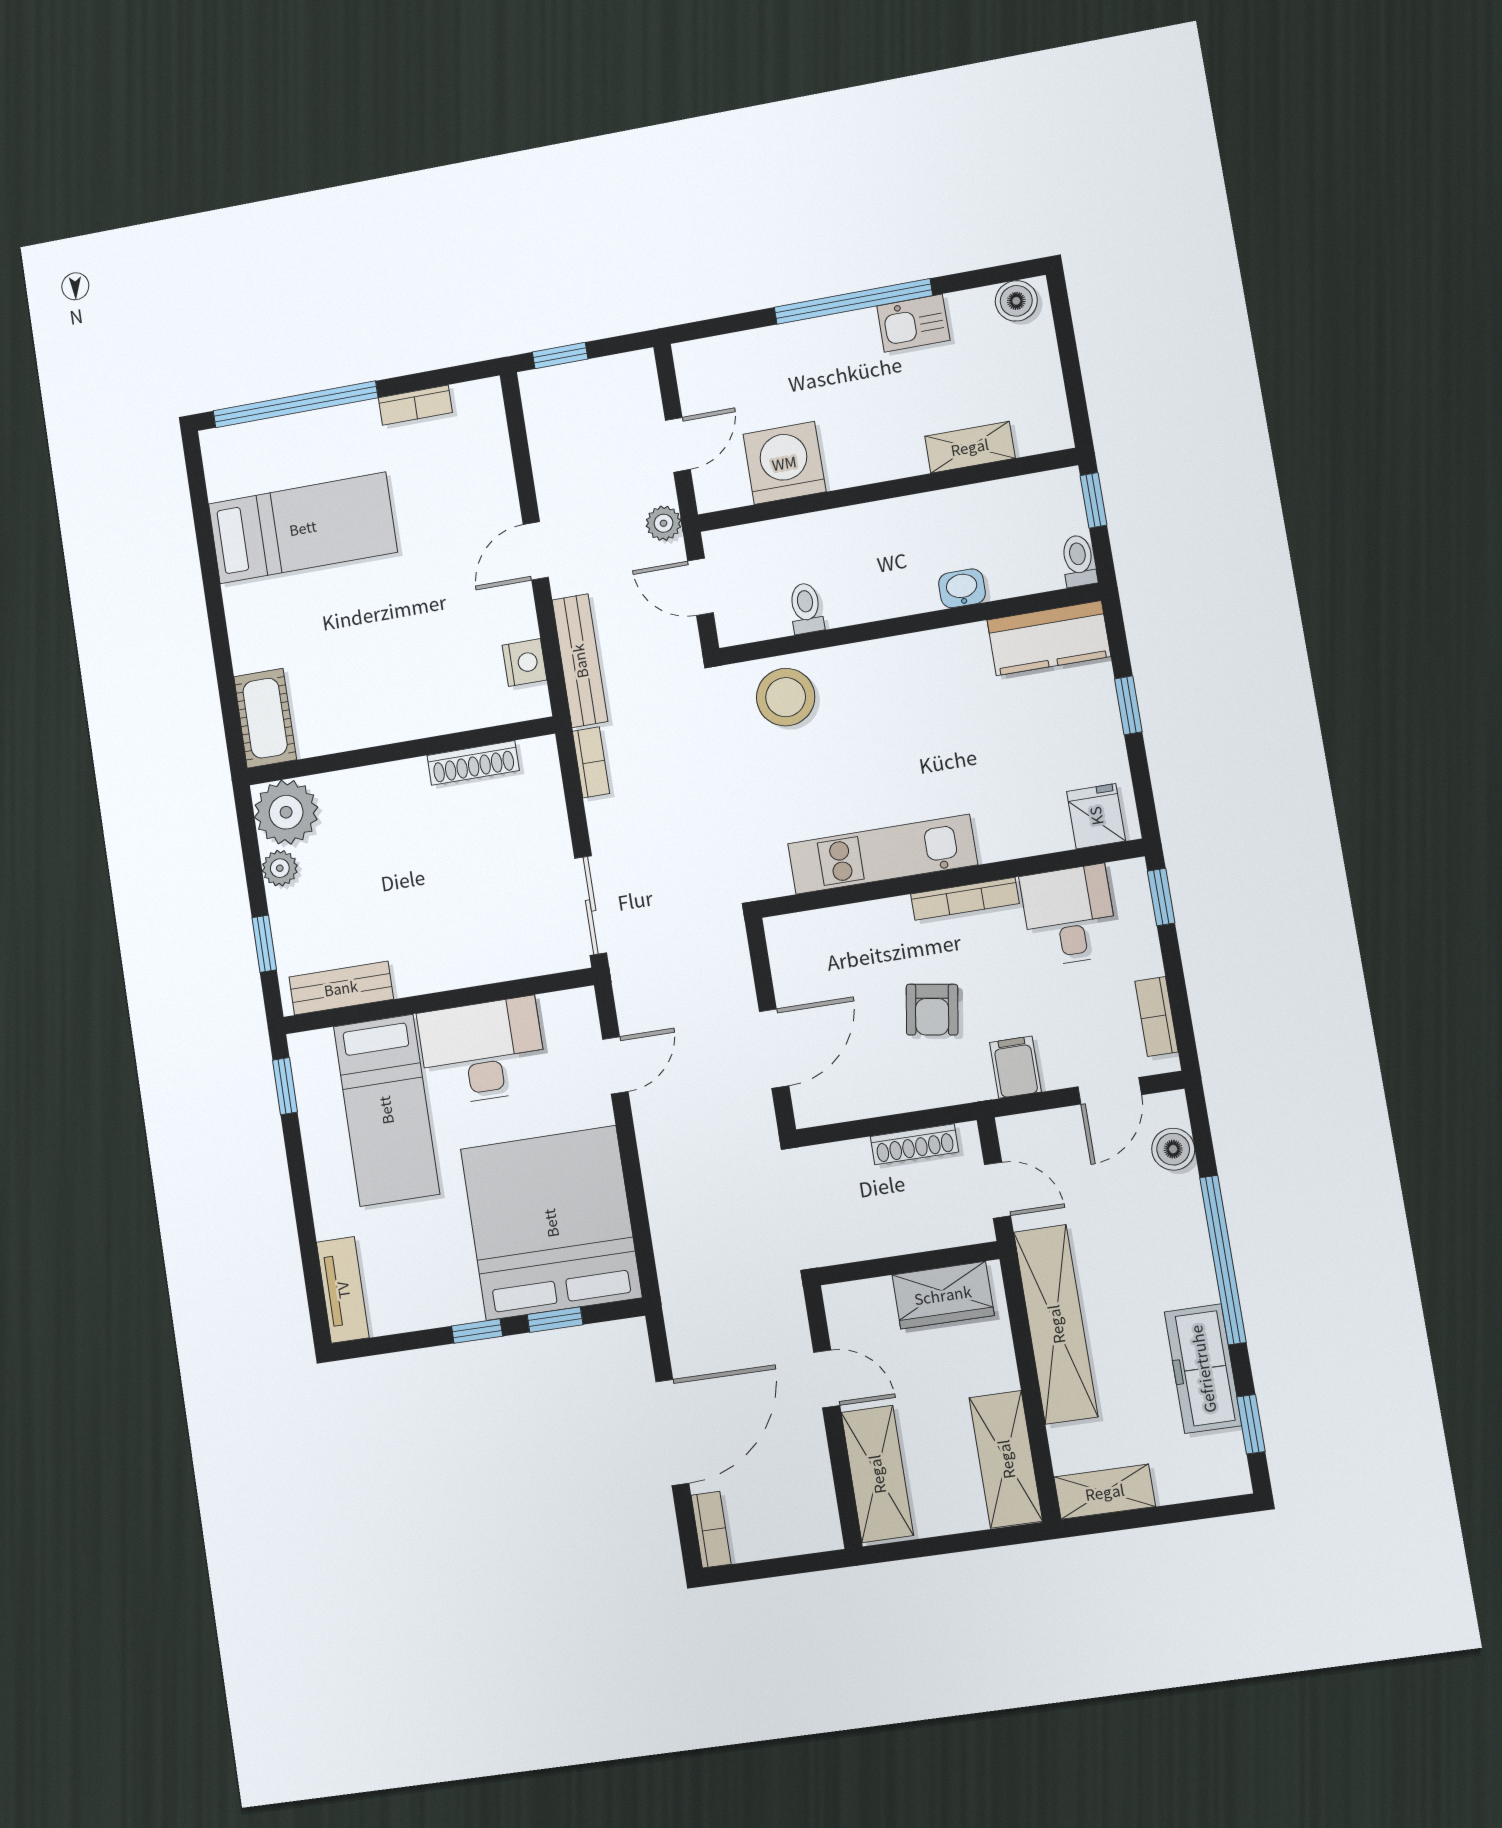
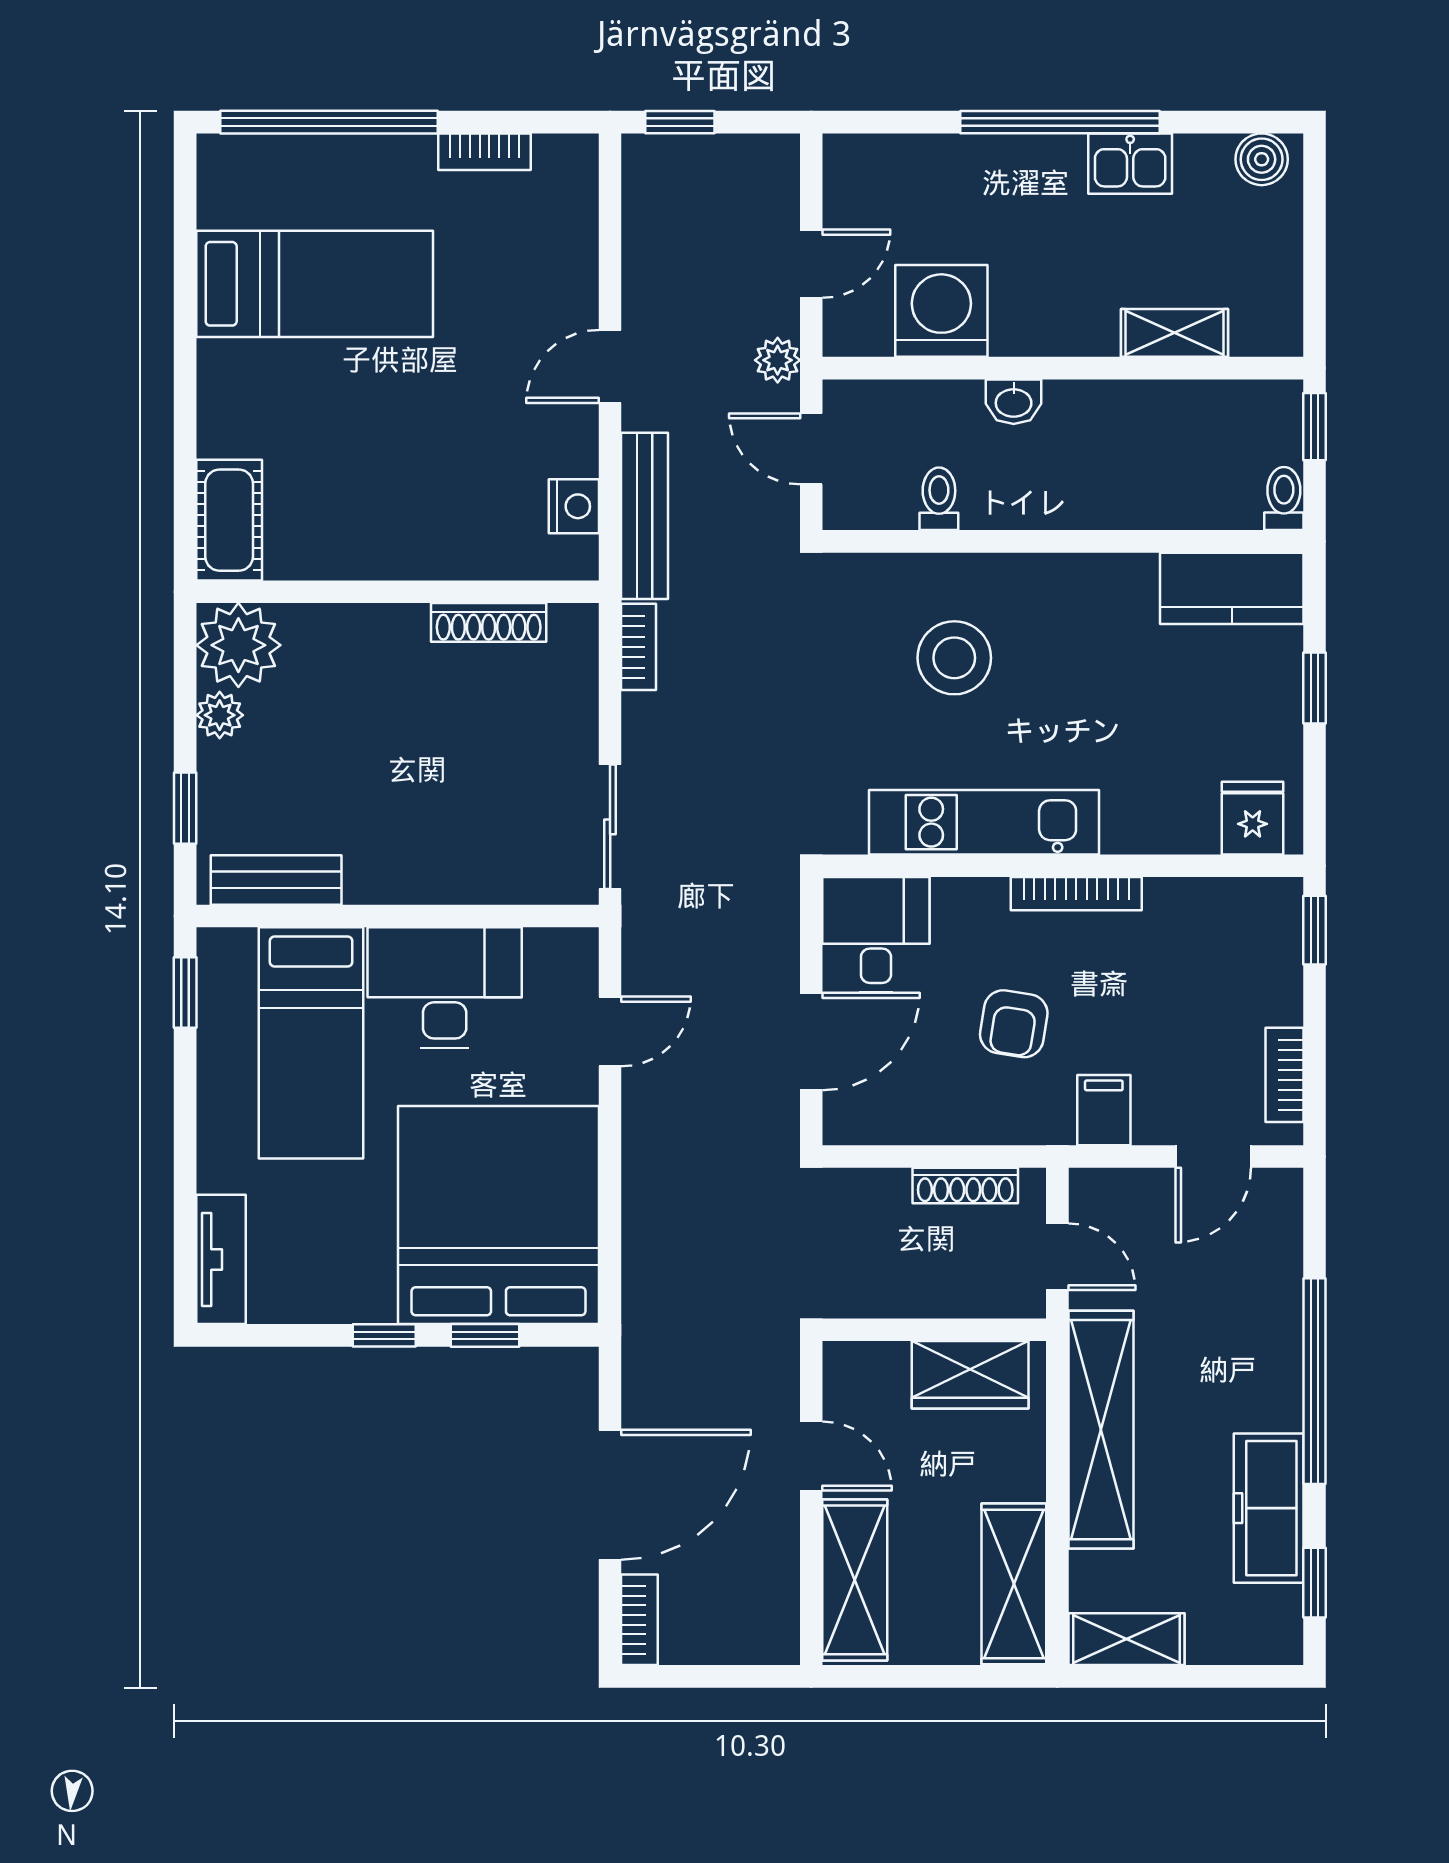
washbasin: (962, 588) -> (1014, 402), moved, turned 180
stool: (786, 697) -> (954, 658), moved
desk: (1069, 915) -> (876, 935), moved
boiler: (1173, 1149) -> (1277, 1239), removed

